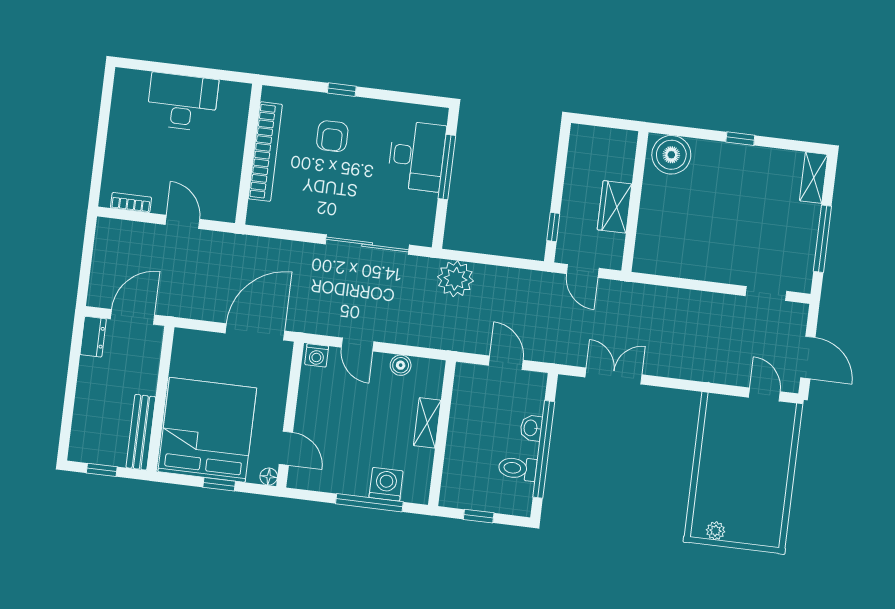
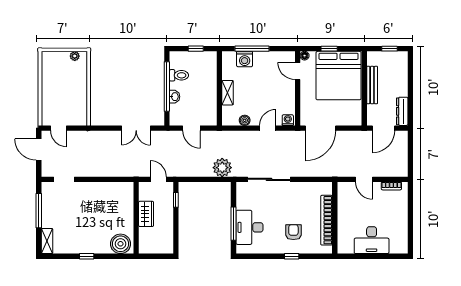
dresser: (93, 337) -> (402, 111), width x1.44
door: (358, 344) -> (268, 128), hinge flipped
bench: (141, 432) -> (372, 85), moved

